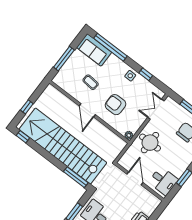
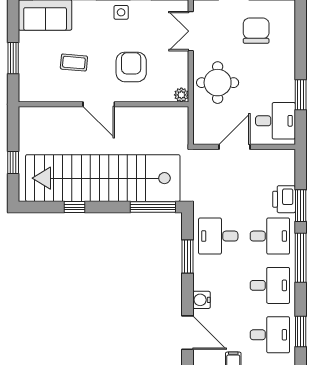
window: (64, 59) -> (13, 58), width x0.69
armchair: (115, 105) -> (131, 67), turned 90
window: (23, 137) -> (75, 207), moved
door: (135, 178) -> (234, 147), hinge flipped

